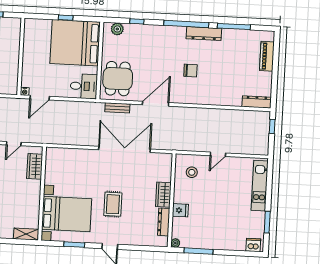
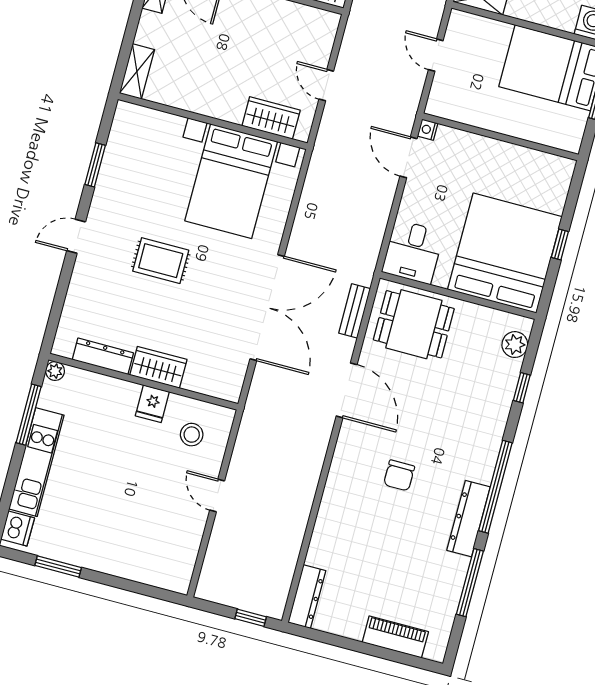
kitchen unit: (260, 186) -> (36, 462), moved, turned 90
fridge: (180, 210) -> (152, 404), moved
bed with nightstands: (67, 214) -> (231, 181), moved

